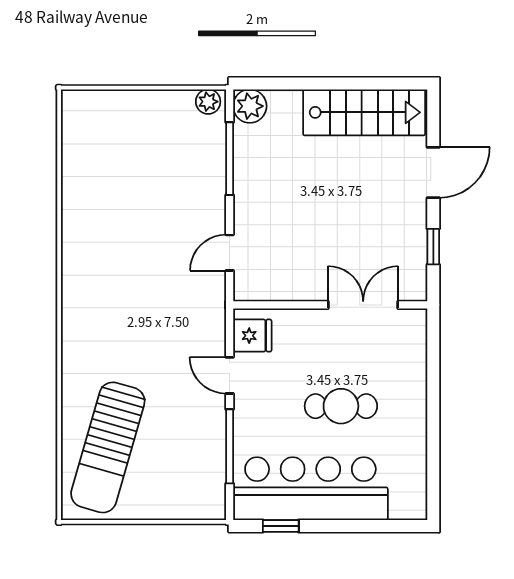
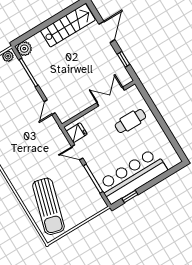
cafe table: (341, 406) -> (130, 121), moved

